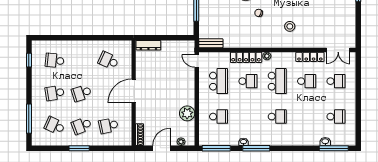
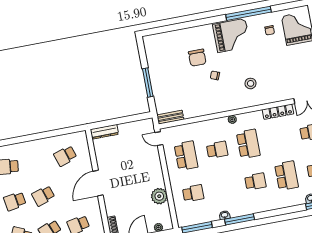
locker: (246, 57) -> (210, 125), removed
school desk: (108, 60) -> (65, 156), turned -42
school desk: (307, 81) -> (286, 176), moved, width x1.85

